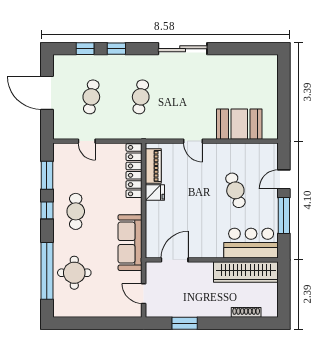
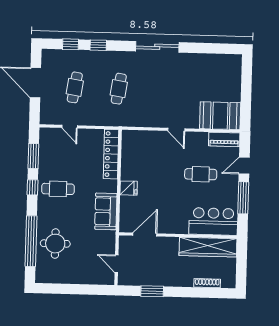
booth: (239, 124) -> (220, 116), moved
door: (193, 141) -> (176, 130), moved
piano: (153, 166) -> (224, 139), moved, turned 90
cafe table: (235, 190) -> (201, 174), turned -73
fridge: (155, 193) -> (129, 188), moved
cafe table: (76, 211) -> (58, 189), turned 90
sofa: (130, 243) -> (106, 211), width x0.73

